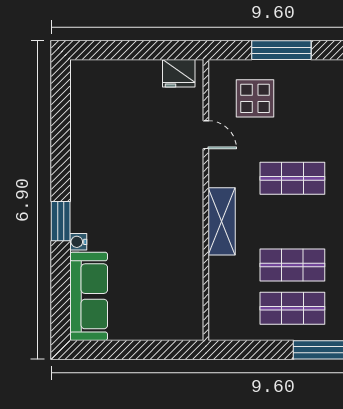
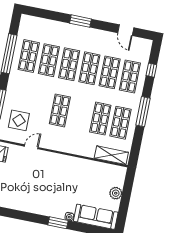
shelving: (222, 221) -> (111, 155), moved
plant: (145, 328) -> (116, 193), added

